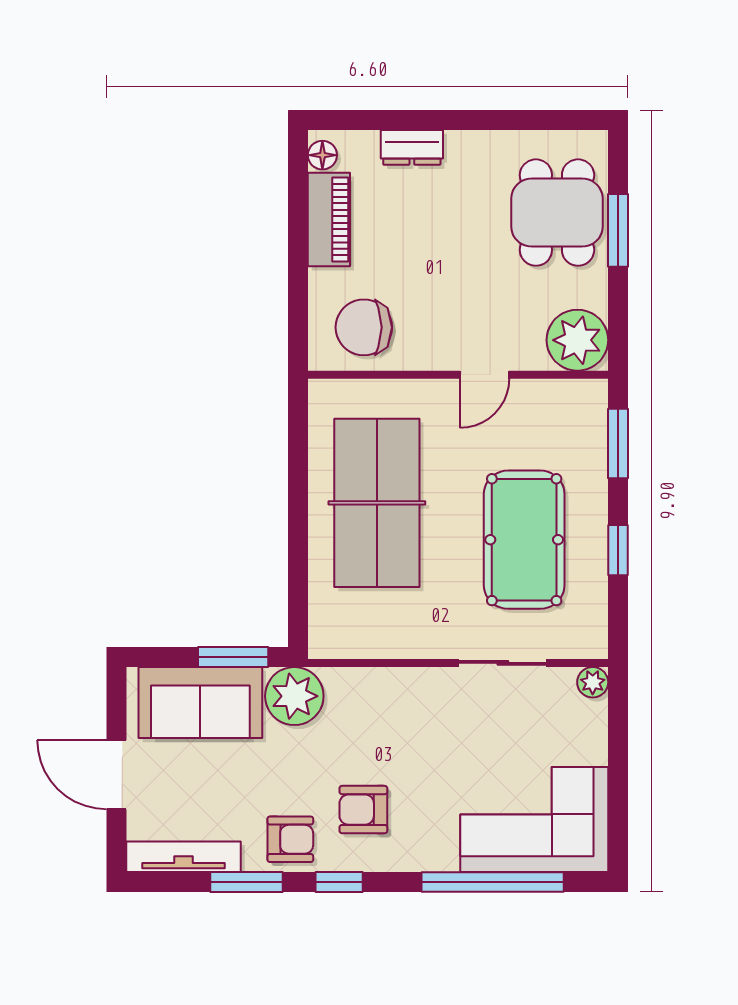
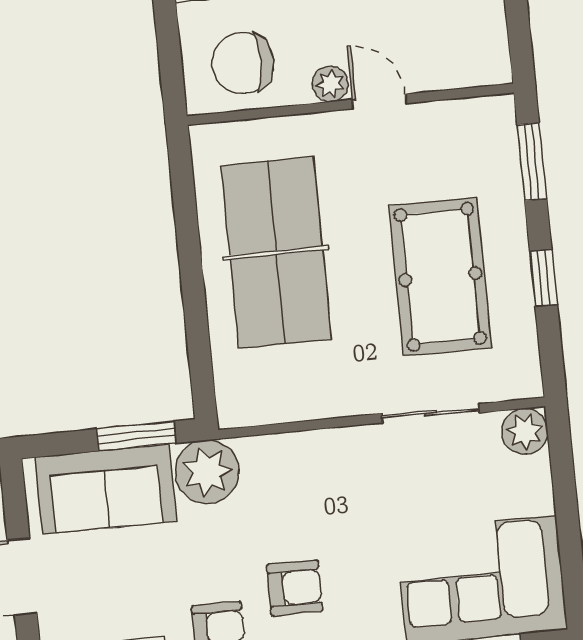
plant: (577, 340) -> (330, 84), moved, width x0.53, depth x0.53
door: (484, 375) -> (379, 101), swing flipped
plant: (593, 682) -> (525, 431), width x1.38, depth x1.38
armchair: (363, 810) -> (295, 588), turned 180

